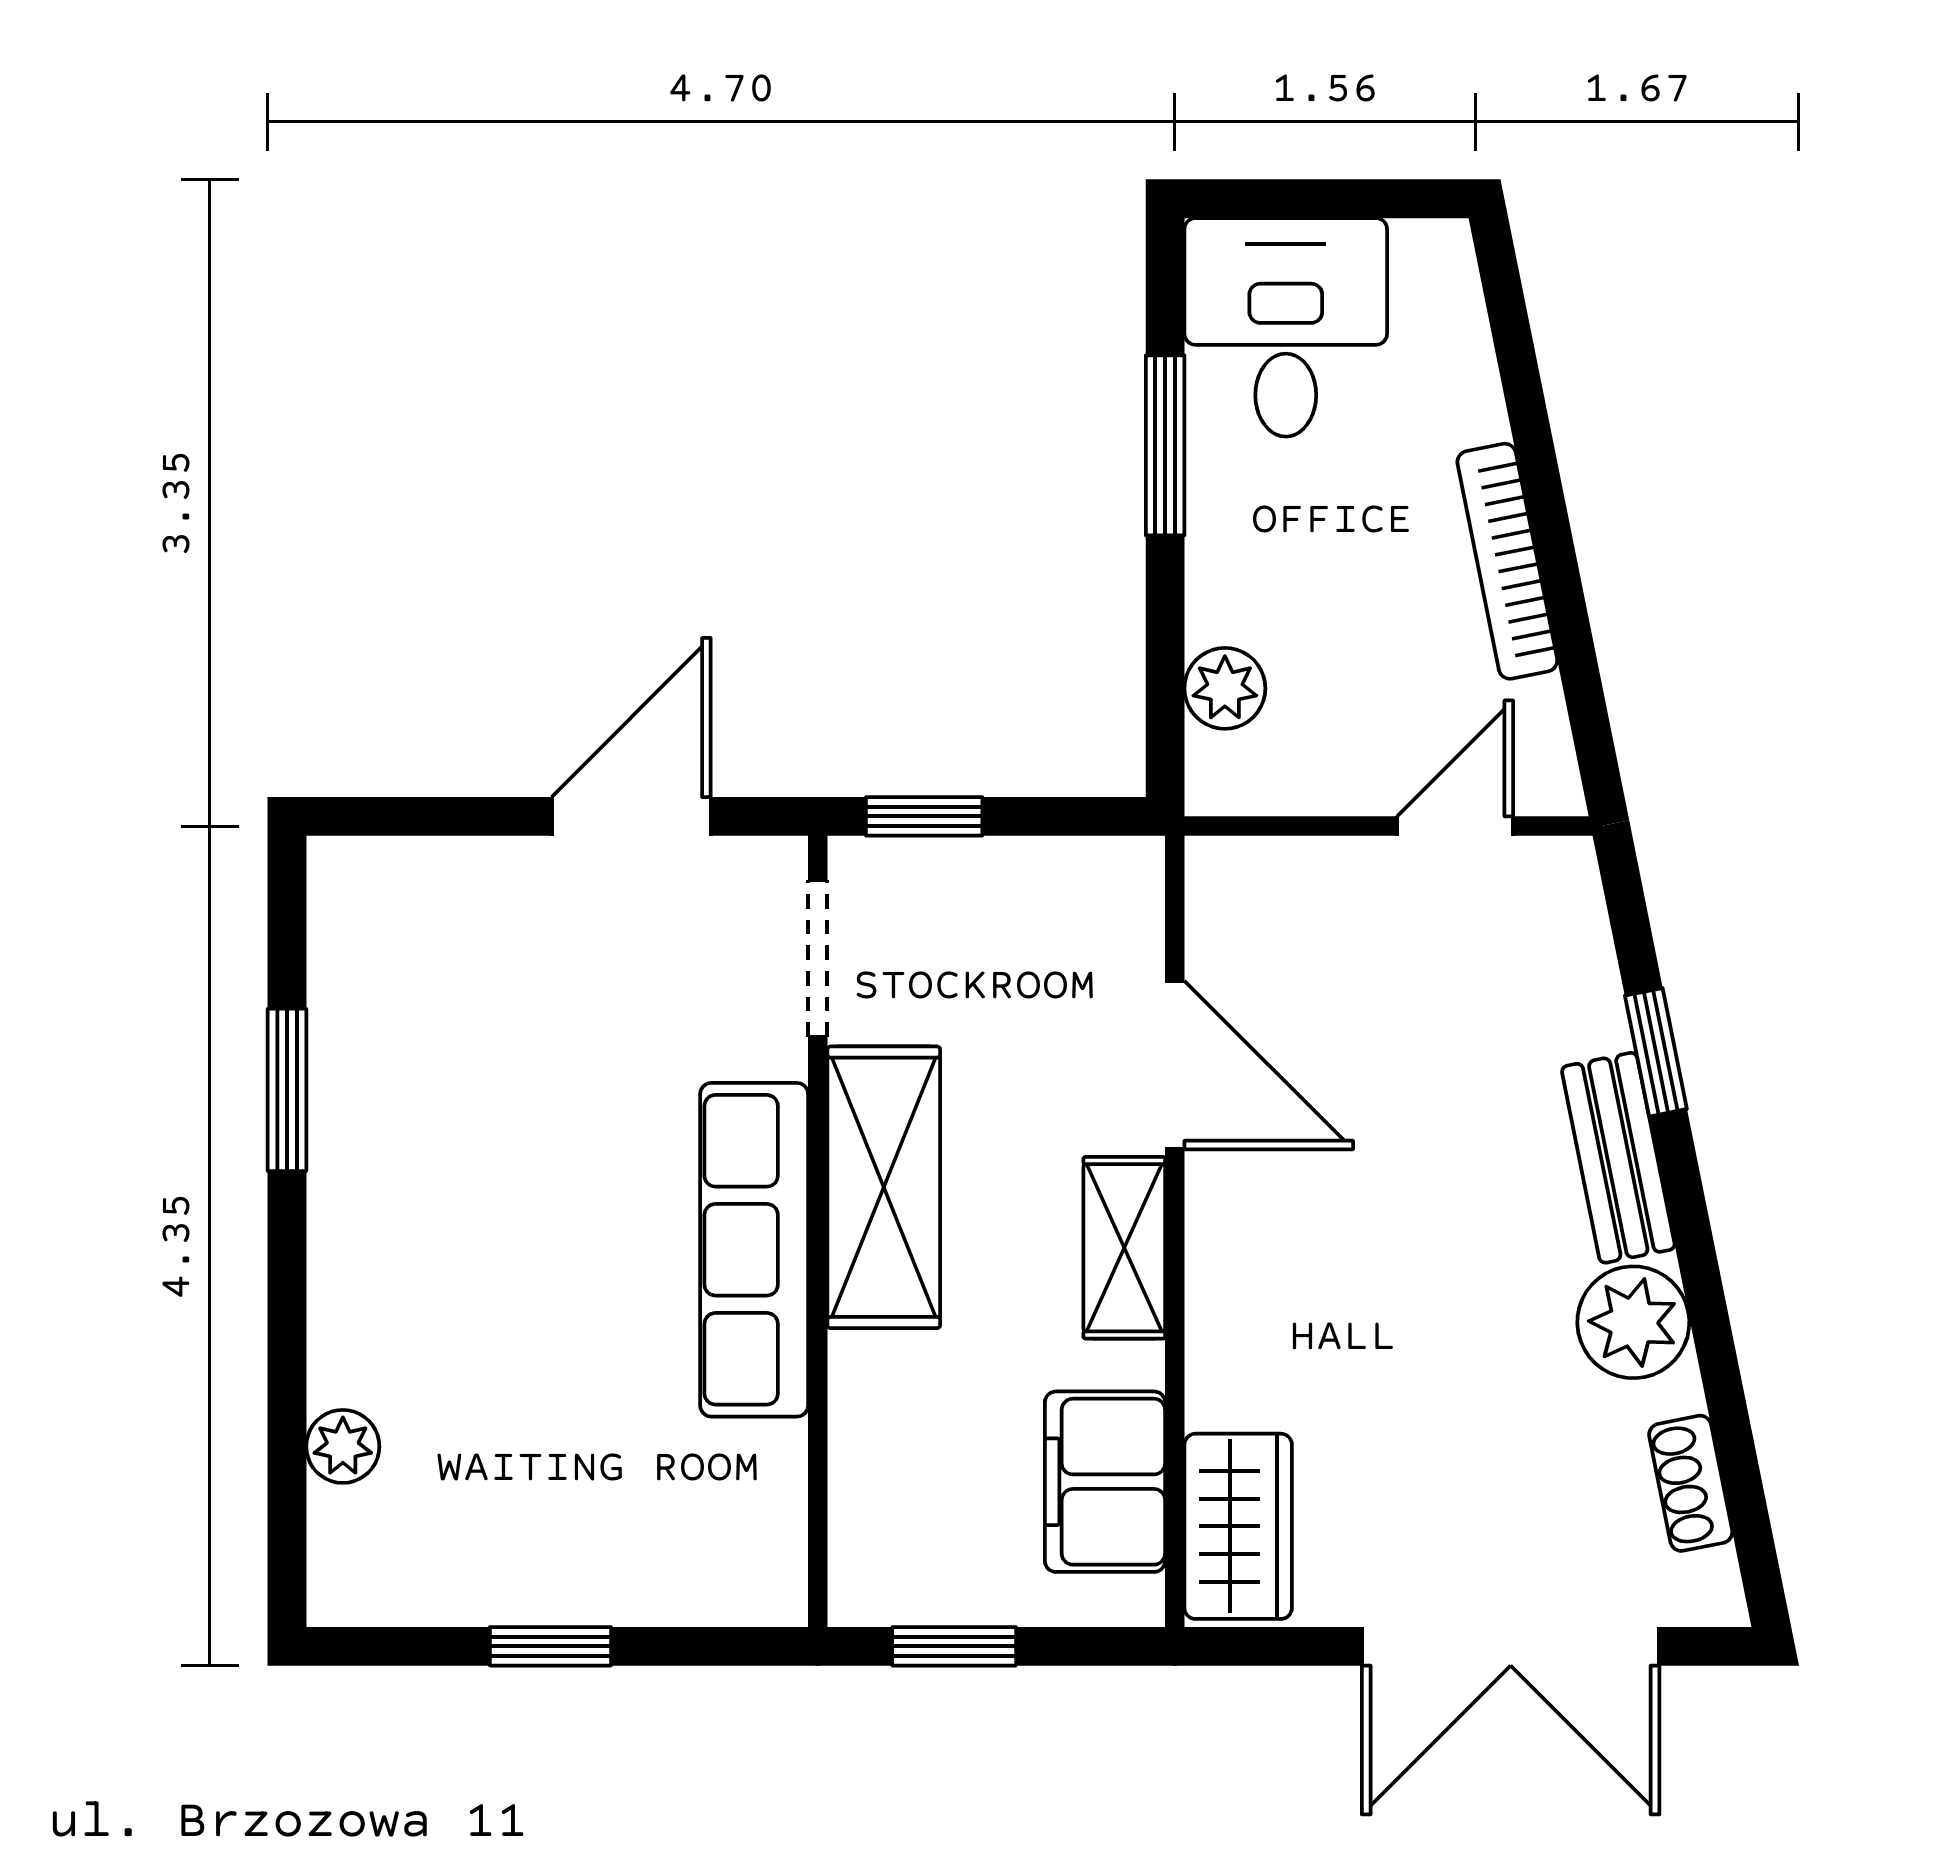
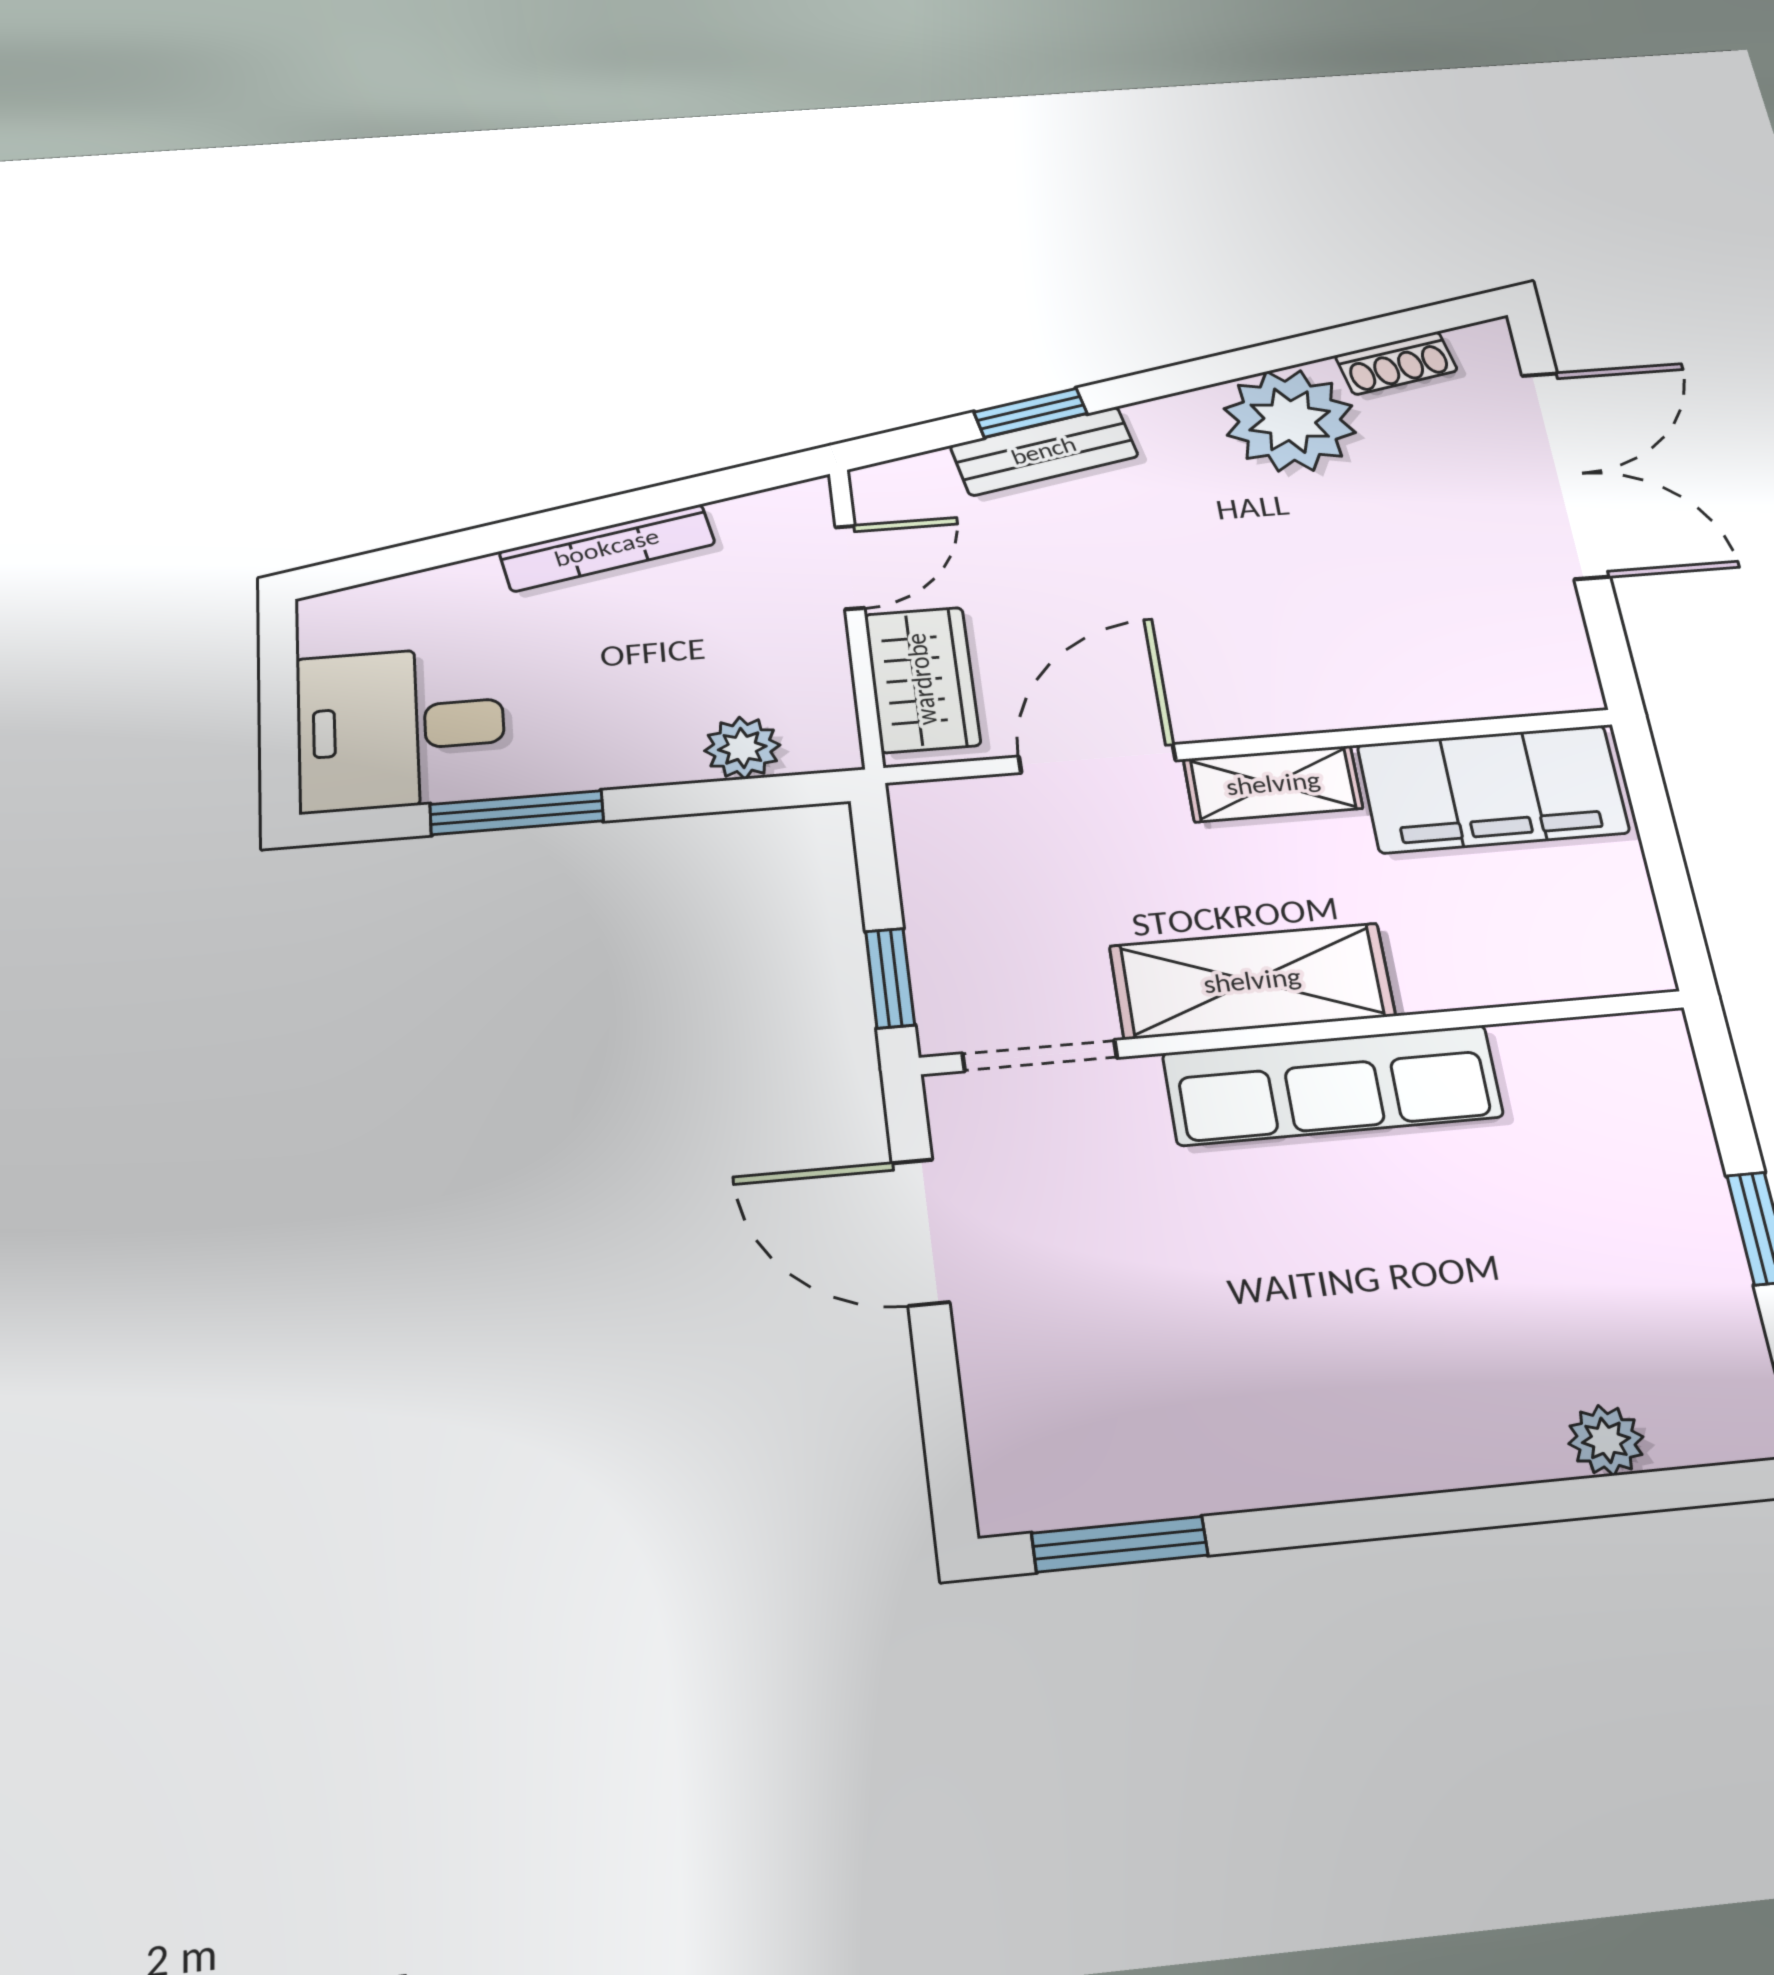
door: (1455, 826) -> (850, 567), swing flipped
window: (287, 1090) -> (1120, 1544), moved
bench: (1618, 1158) -> (1044, 451), moved
plant: (1633, 1322) -> (1290, 421), width x1.36, depth x1.36
filing cabinet: (1105, 1482) -> (1493, 789), width x1.50, depth x1.17
wardrobe: (1238, 1526) -> (922, 679), moved, turned 90
window: (954, 1646) -> (1672, 887), removed

